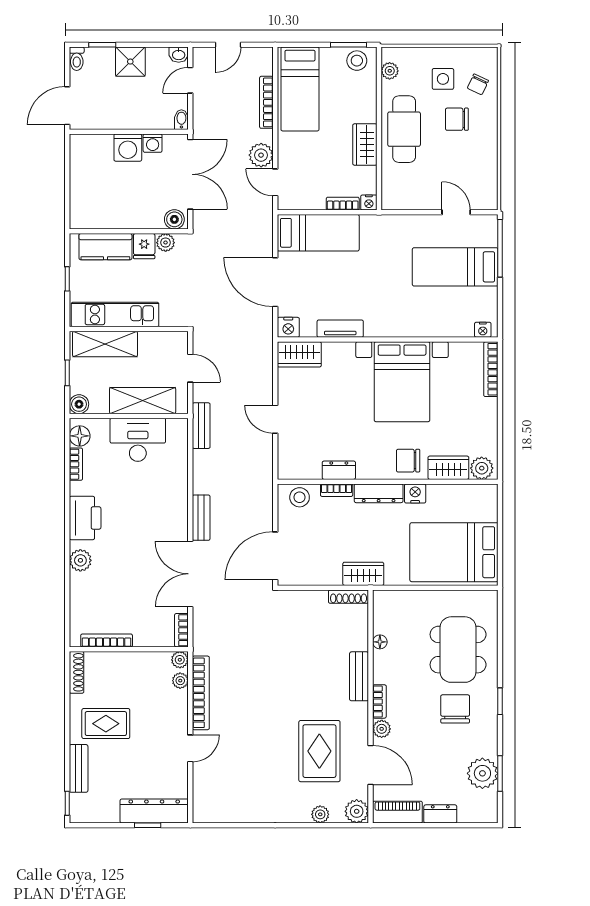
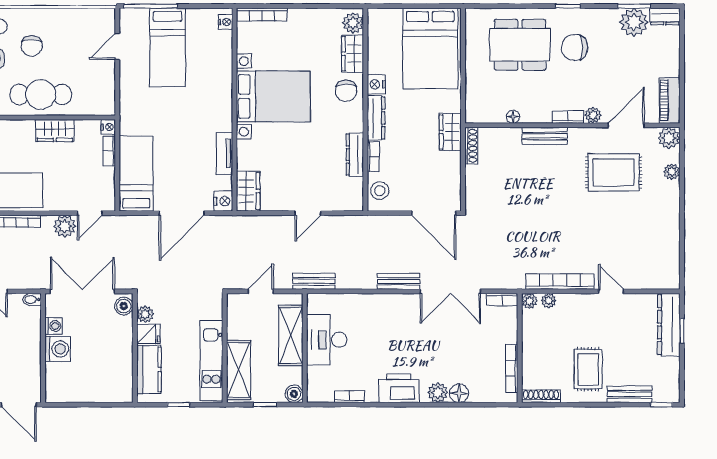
floor lamp: (80, 436) -> (459, 393), moved
dresser: (339, 470) -> (355, 155), width x1.44
dresser: (440, 814) -> (665, 17), moved, turned -90

